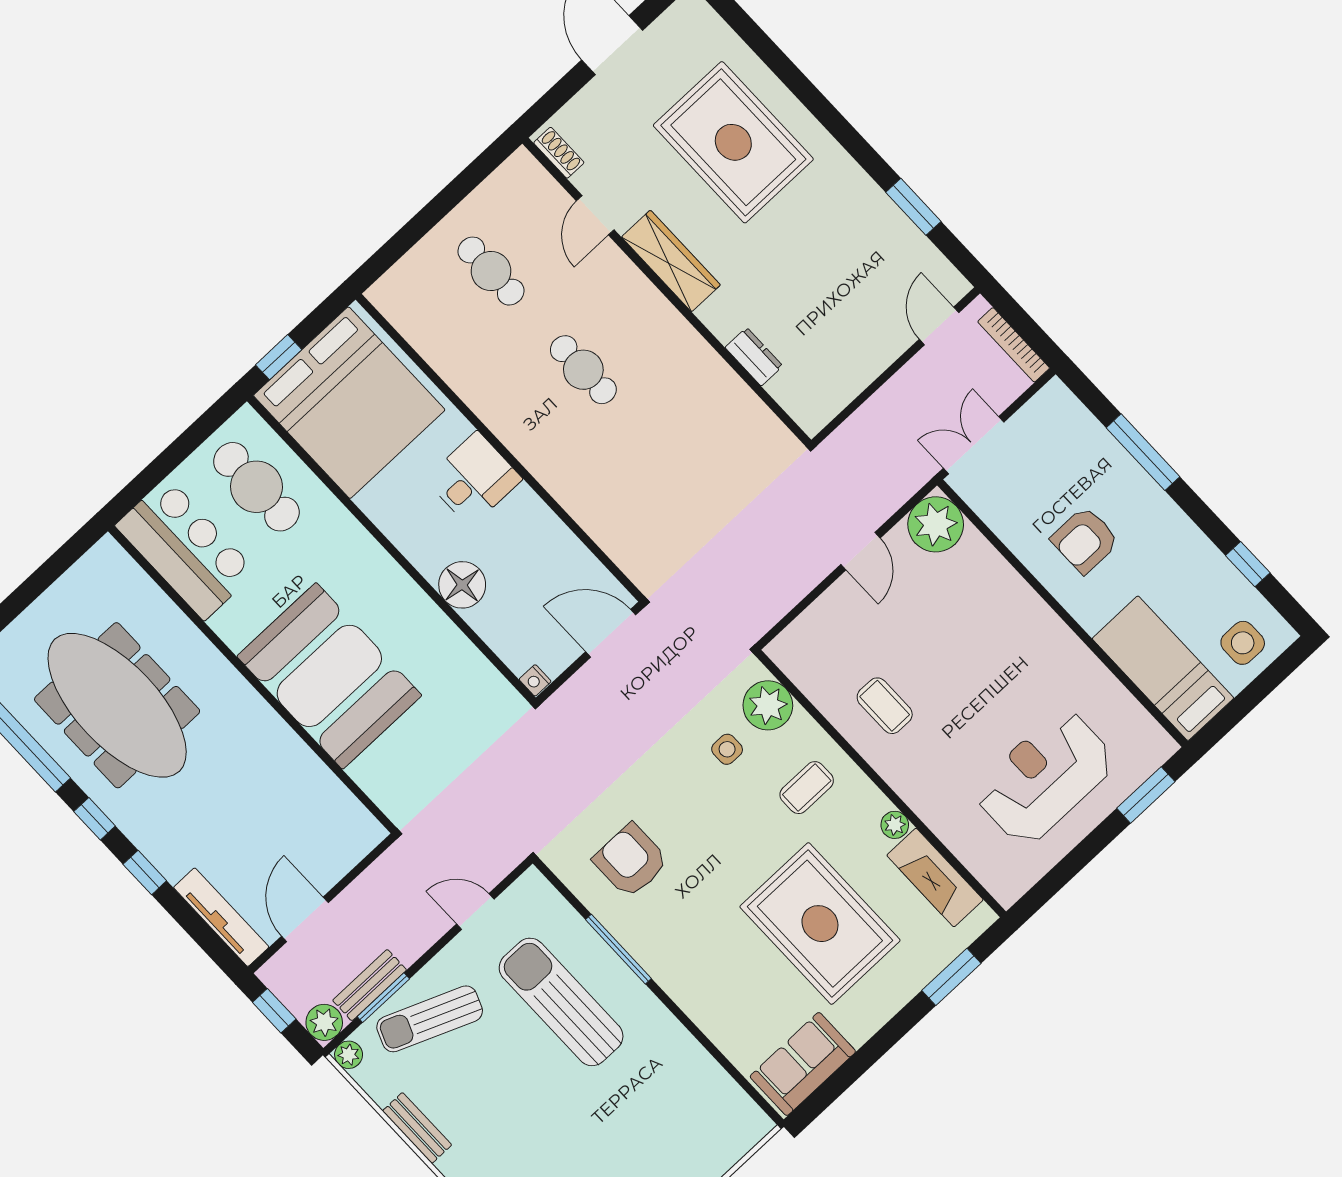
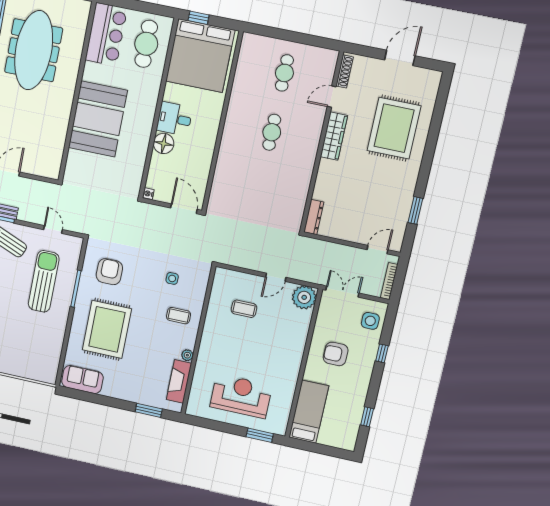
shoe rack: (559, 153) -> (345, 71), width x1.43
dresser: (754, 357) -> (314, 217), moved, width x1.44
window: (1143, 452) -> (382, 353), width x0.46
desk: (474, 479) -> (174, 119), moved, turned 180
side table: (1243, 643) -> (370, 321), moved
plant: (768, 705) -> (198, 282), removed
coffee table: (885, 706) -> (244, 309), moved, turned 90
rug: (820, 924) -> (107, 329), moved

